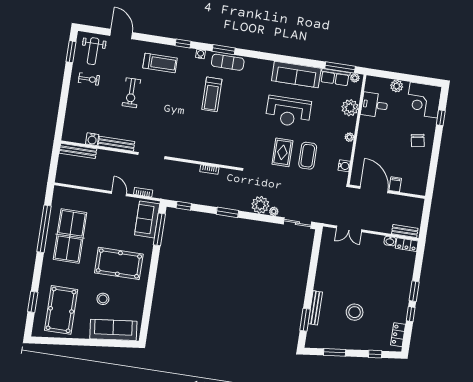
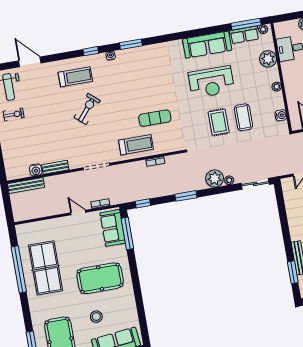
exercise mat: (228, 62) -> (155, 118), moved
exercise bike: (131, 93) -> (87, 109), moved, turned -140
treadmill: (212, 94) -> (136, 145), moved, turned -90
bench: (116, 144) -> (55, 167), width x0.73

